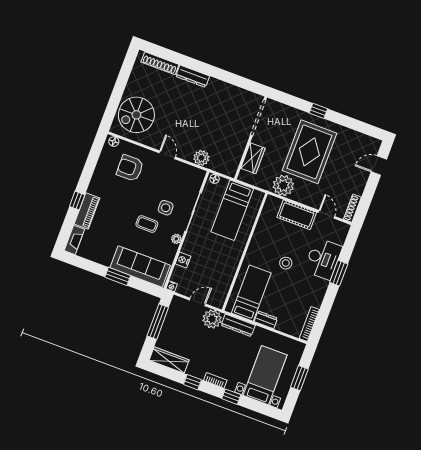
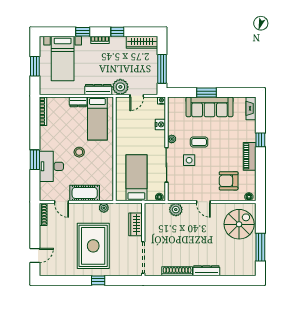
shoe rack: (160, 63) -> (177, 271), moved
window: (122, 80) -> (260, 247), added
armchair: (130, 168) -> (229, 181), turned 180
plant: (283, 185) -> (104, 208), width x0.53, depth x0.53
piano: (87, 211) -> (250, 156), moved
sofa: (140, 266) -> (210, 107), moved

